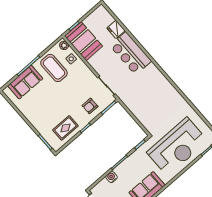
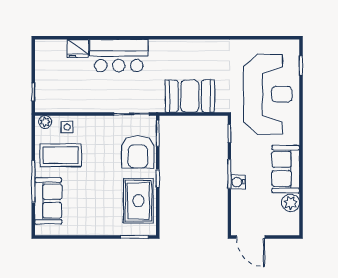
booth: (84, 41) -> (190, 96), moved
armchair: (90, 106) -> (138, 152), width x1.88, depth x1.88
rug: (65, 128) -> (138, 201), width x1.36, depth x1.43
water cooler: (112, 177) -> (238, 182), moved

